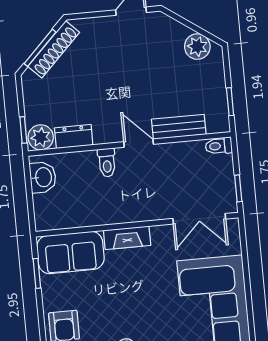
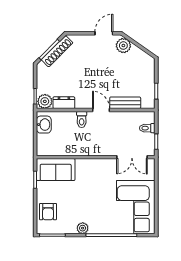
plant: (197, 47) -> (123, 46), moved
toilet: (219, 146) -> (147, 128), moved
fireplace: (127, 238) -> (89, 164), removed

